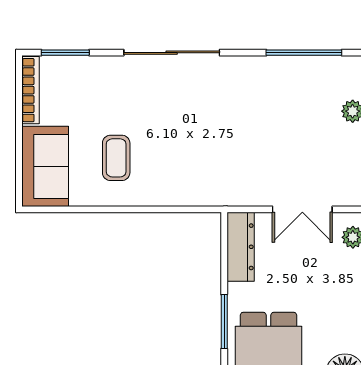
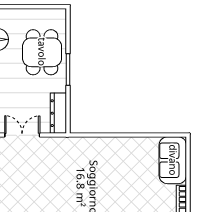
coffee table: (116, 158) -> (131, 165), removed

